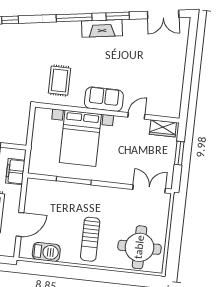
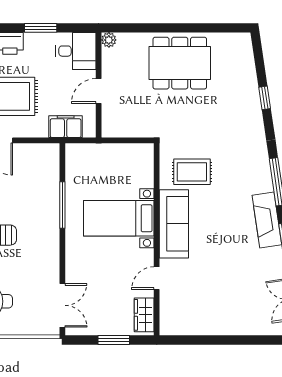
sofa: (104, 99) -> (174, 224), width x1.36
door: (136, 116) -> (157, 278), swing flipped
bed with nightstands: (80, 138) -> (119, 218), width x0.73

